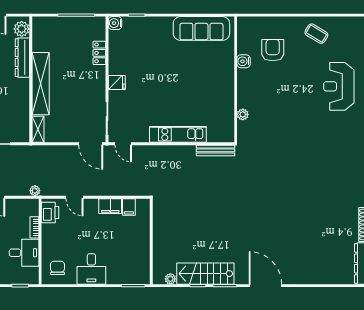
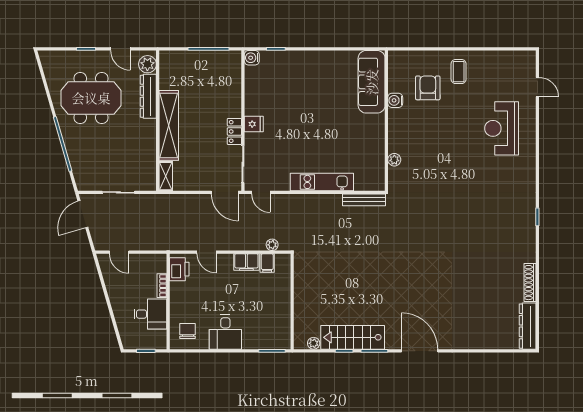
sofa: (201, 28) -> (372, 82), moved, turned 90
coffee table: (316, 34) -> (459, 72), moved, turned 59
locker: (99, 53) -> (234, 131), moved
plant: (35, 191) -> (272, 245), moved

